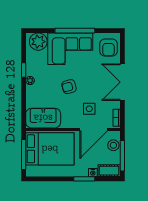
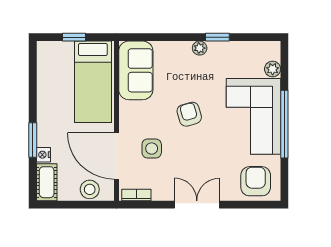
plant: (38, 42) -> (273, 69), width x0.53, depth x0.53
armchair: (108, 47) -> (256, 181), turned 90
double door: (122, 82) -> (197, 205), width x0.73
bed: (50, 149) -> (93, 82), width x0.67
window: (24, 154) -> (74, 37), width x0.46
window: (122, 156) -> (72, 205), removed

